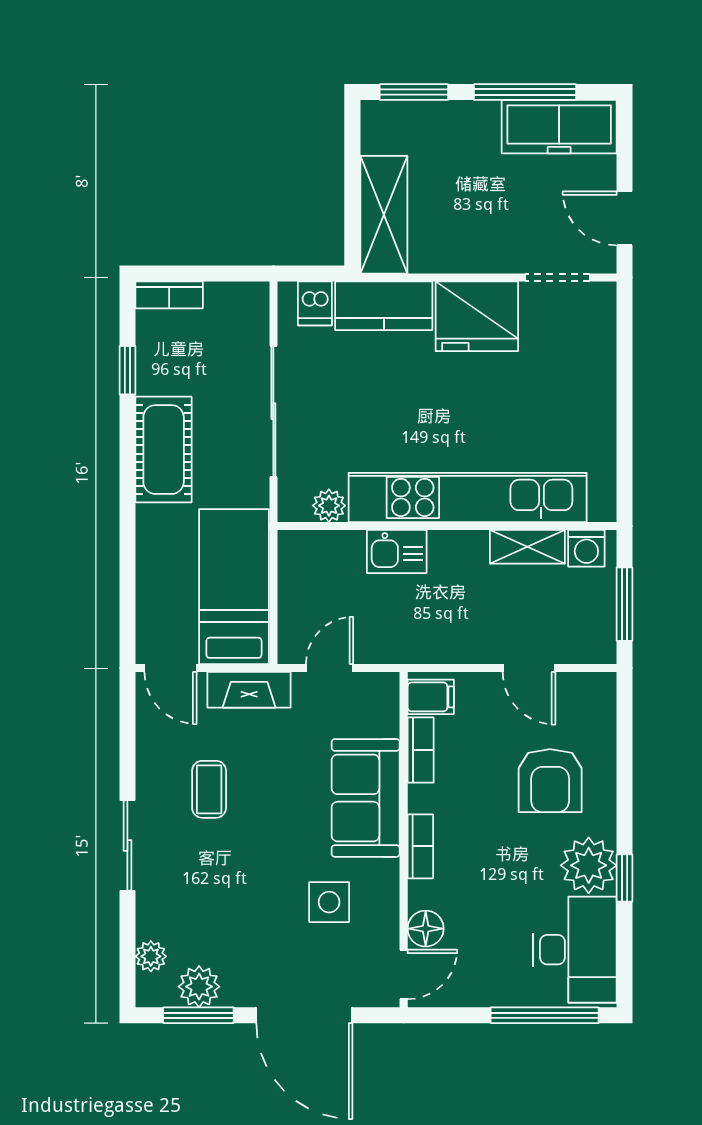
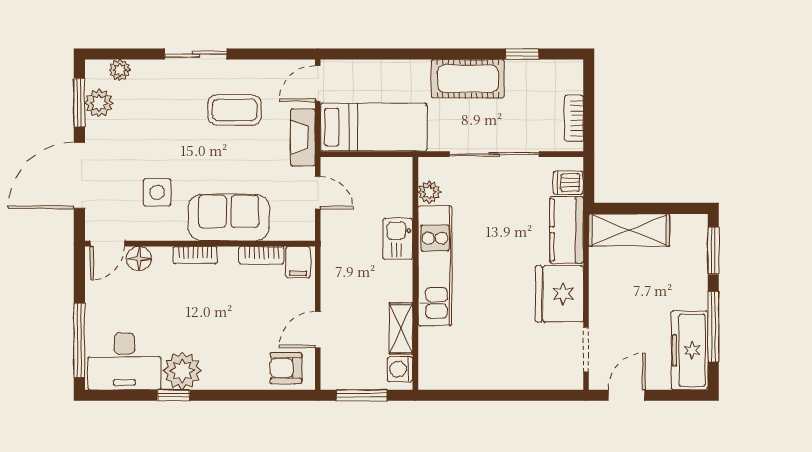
bookcase: (169, 295) -> (574, 118), moved
kitchen unit: (468, 497) -> (435, 266), width x0.73
armchair: (550, 781) -> (286, 368), moved, width x0.72, depth x0.72
coffee table: (209, 789) -> (235, 110), width x1.36, depth x1.30
door: (404, 974) -> (107, 244), hinge flipped

